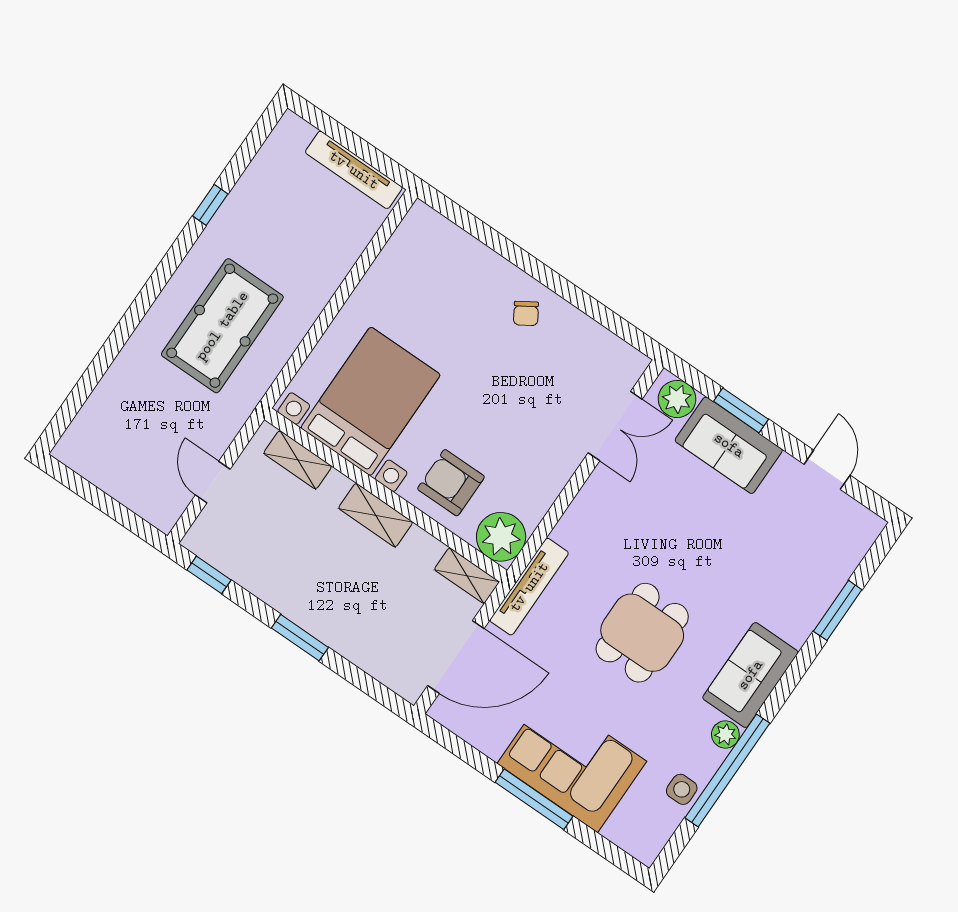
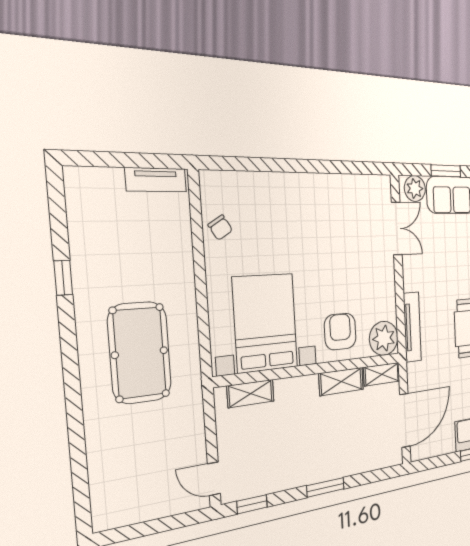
tv unit: (354, 170) -> (156, 180), width x0.71
chair: (526, 313) -> (220, 228), moved
door: (213, 482) -> (214, 479), moved
armchair: (451, 483) -> (340, 332), turned 90
shelving: (376, 515) -> (341, 381), moved
tv unit: (529, 587) -> (412, 327), moved

